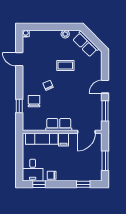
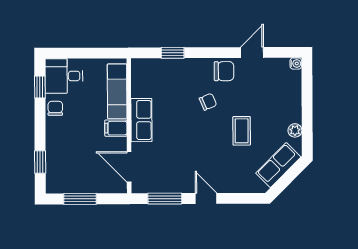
chair: (34, 101) -> (224, 71), moved

